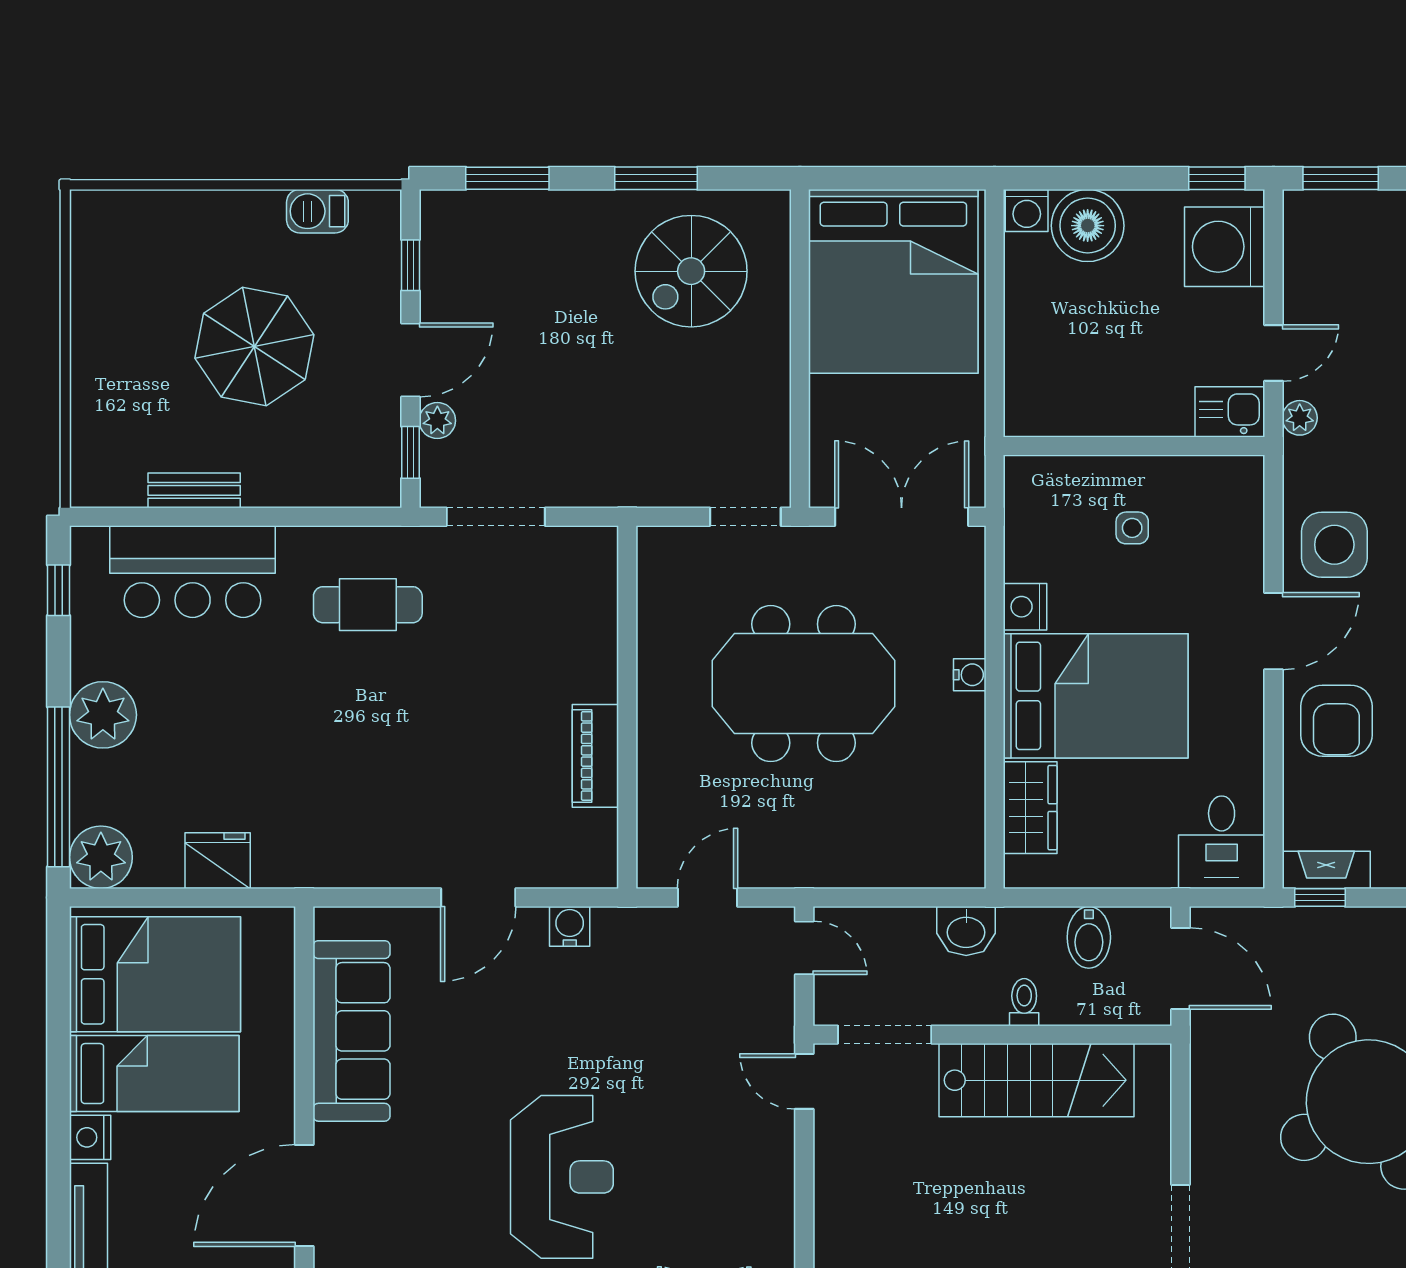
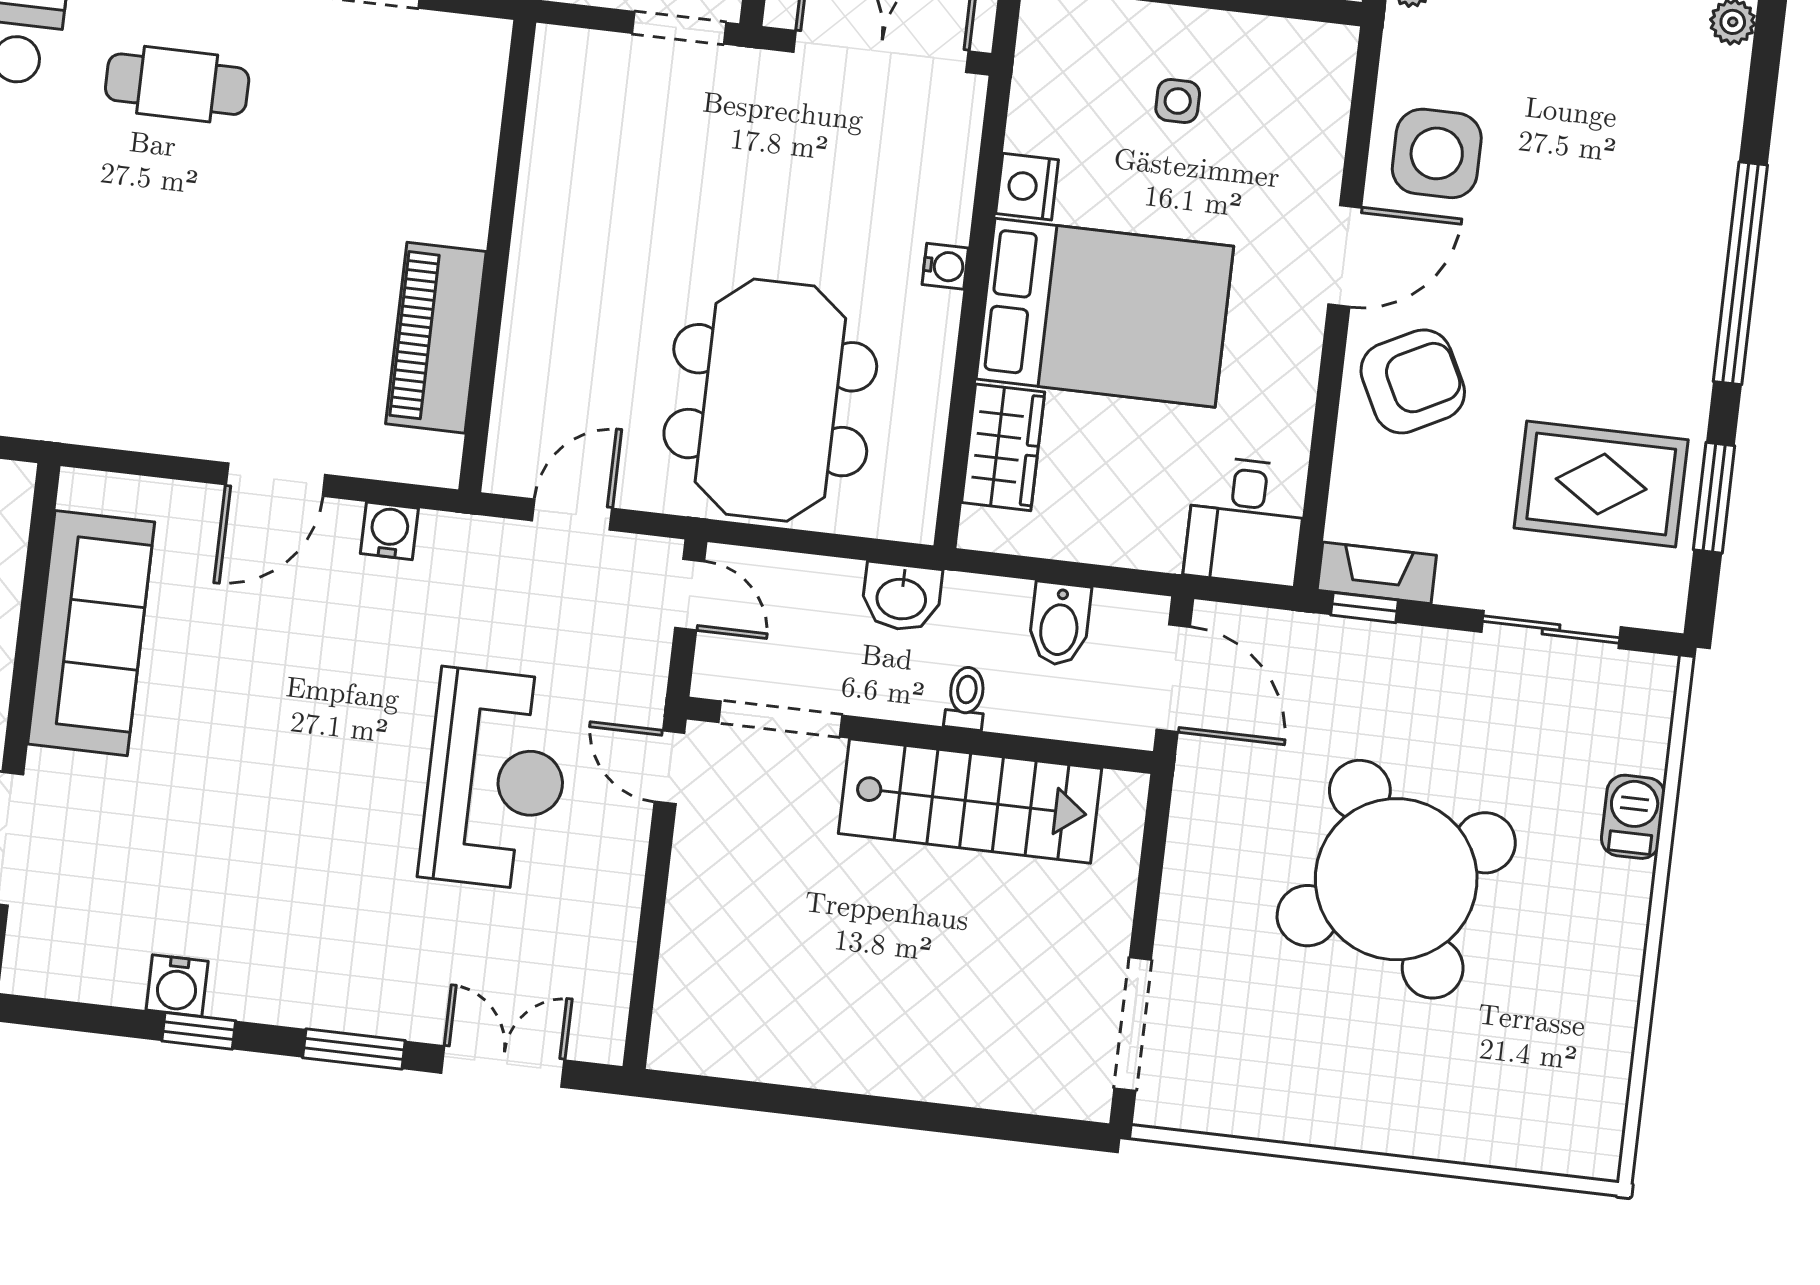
meeting table: (804, 684) -> (770, 400), moved, turned 90
armchair: (1336, 721) -> (1413, 381), turned -117
piano: (595, 756) -> (436, 338), width x1.37, depth x1.33
reception desk: (562, 1177) -> (496, 779), moved

